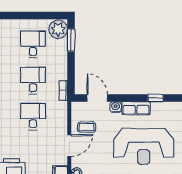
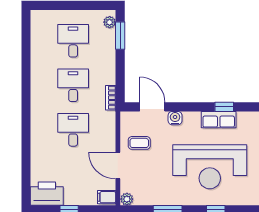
plant: (58, 29) -> (110, 22), width x0.53, depth x0.53
row of seats: (136, 108) -> (219, 120), moved
door: (69, 145) -> (118, 166), swing flipped

